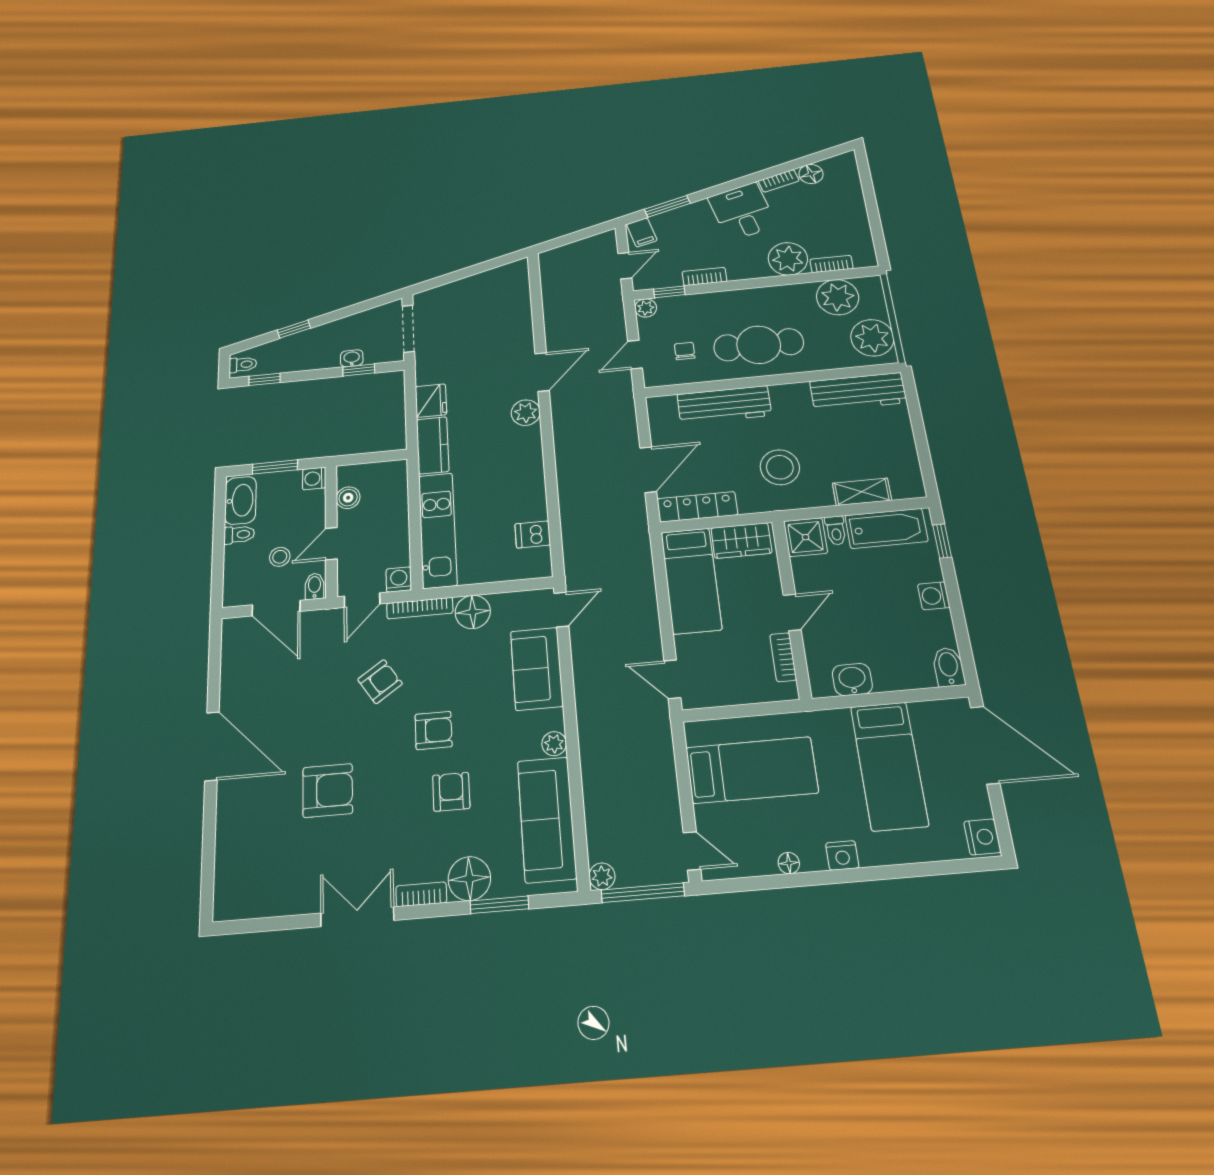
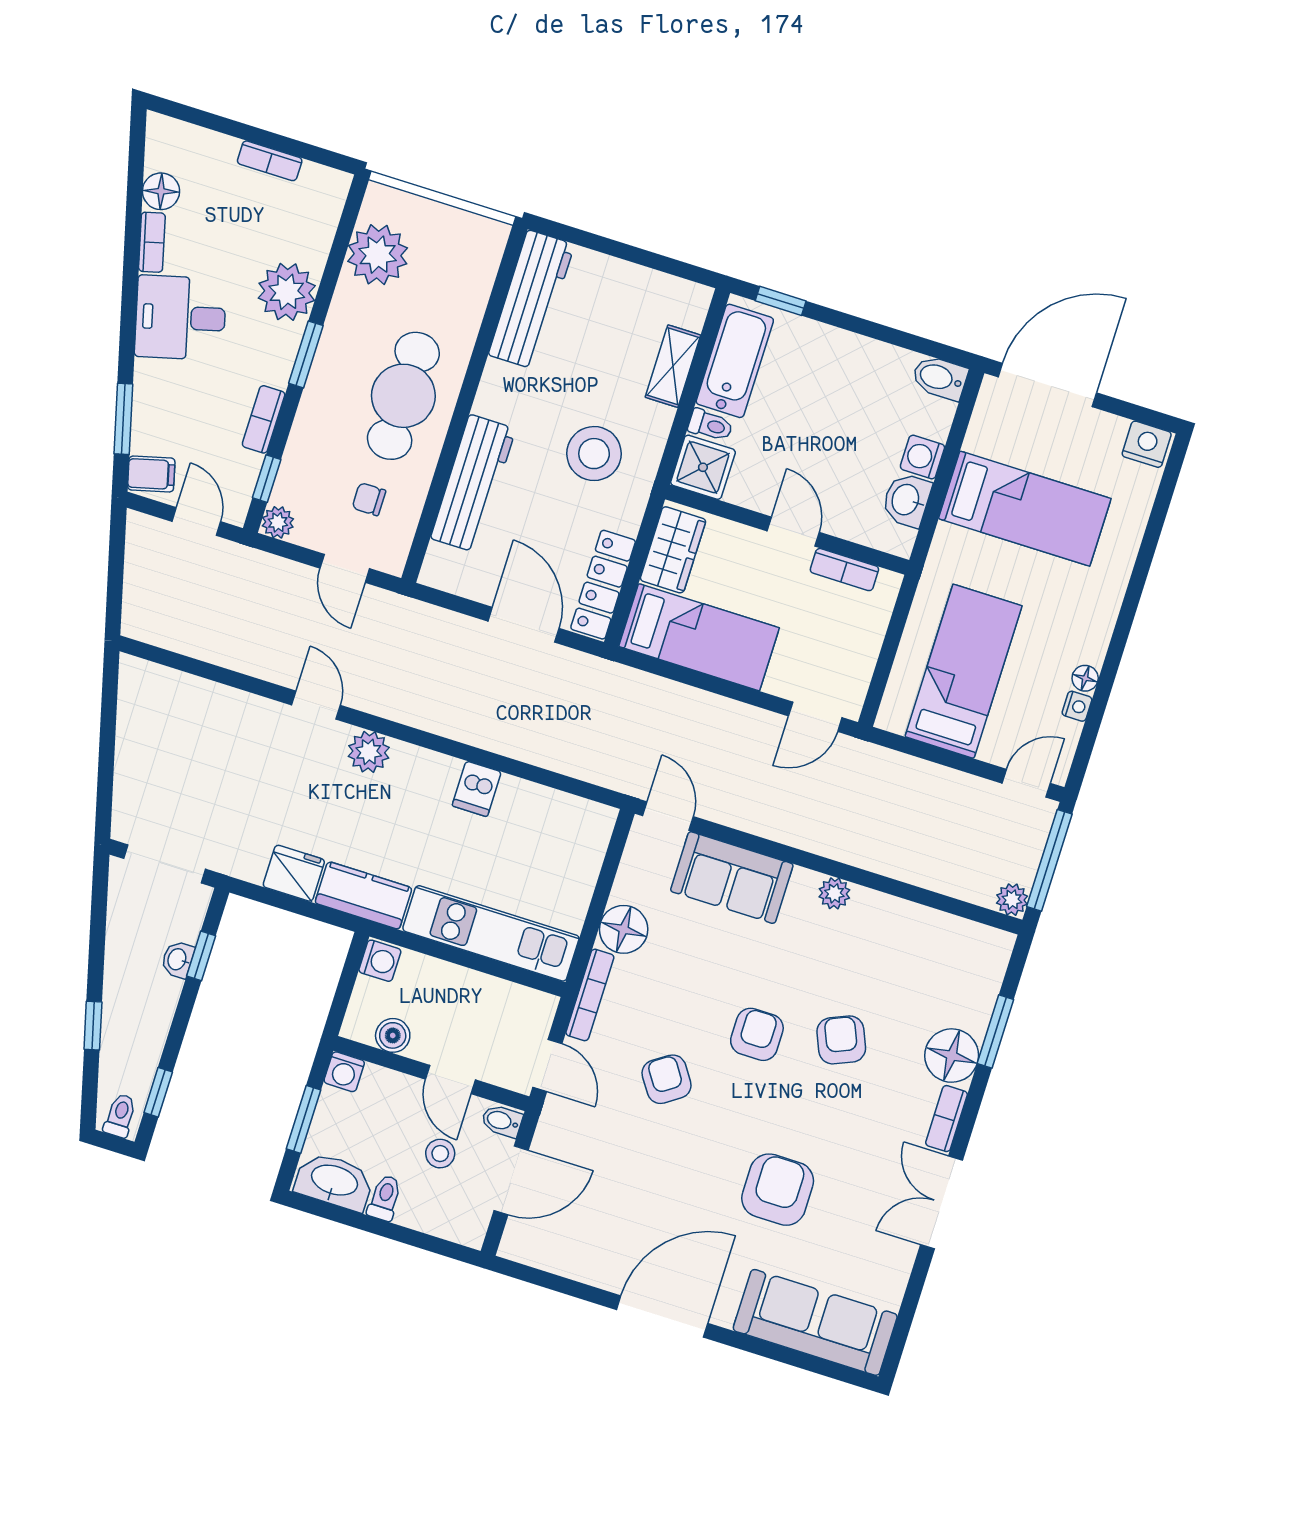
bookcase: (831, 264) -> (270, 161), moved, turned -90
window: (756, 283) -> (306, 354), added
plant: (872, 338) -> (460, 240), removed
door: (542, 372) -> (316, 705), width x0.73
dishwasher: (533, 534) -> (477, 789), moved
washing machine: (399, 580) -> (380, 961), moved, turned 180
washing machine: (934, 596) -> (922, 457), moved, turned 90
armchair: (451, 792) -> (841, 1040), turned 67
sofa: (547, 819) -> (815, 1322), moved, turned 180
nightstand: (842, 855) -> (1077, 706), moved, width x0.72, depth x0.74

